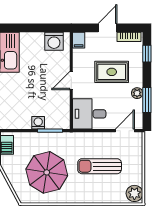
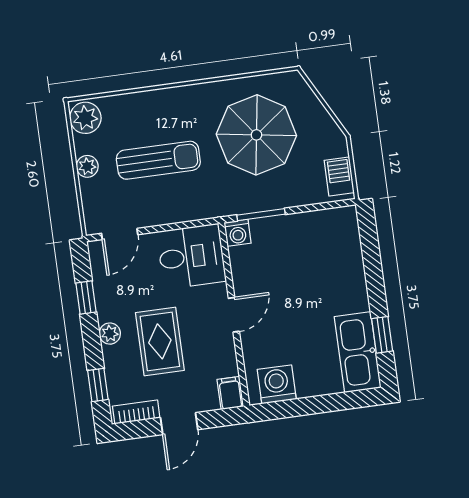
rug: (112, 72) -> (160, 341), turned 90
plant: (137, 93) -> (110, 334), moved
window: (147, 100) -> (86, 298), width x0.67
washing machine: (38, 123) -> (238, 233), moved
plant: (137, 168) -> (87, 166), added

